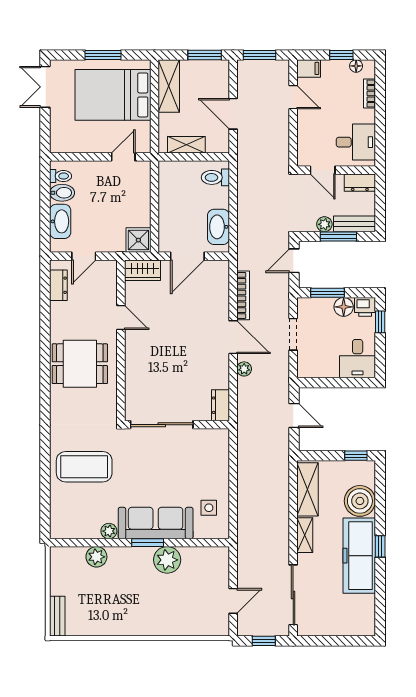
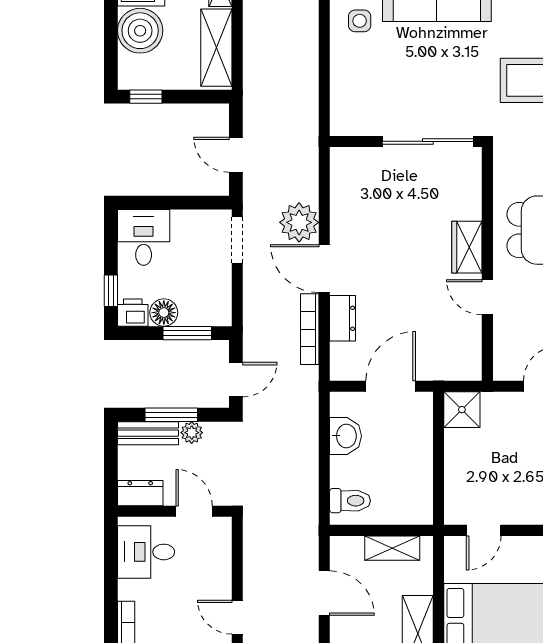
washbasin: (219, 227) -> (345, 436), width x0.72
wardrobe: (142, 270) -> (467, 247), moved, turned -90
doorway: (293, 334) -> (237, 240), moved
plant: (244, 369) -> (299, 222), width x1.87, depth x1.87
dresser: (221, 405) -> (343, 318), moved

